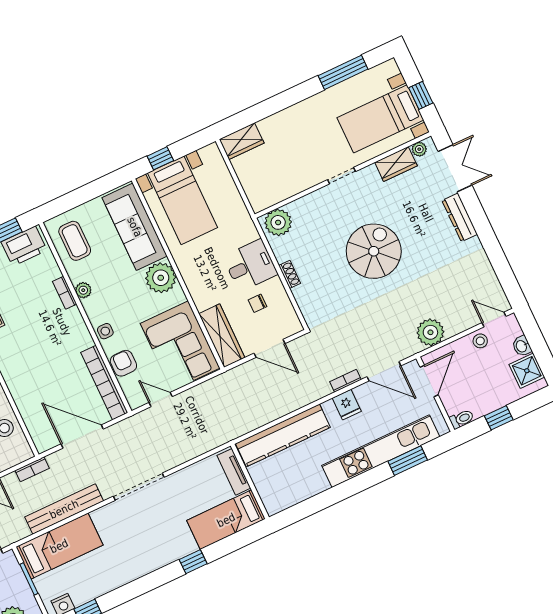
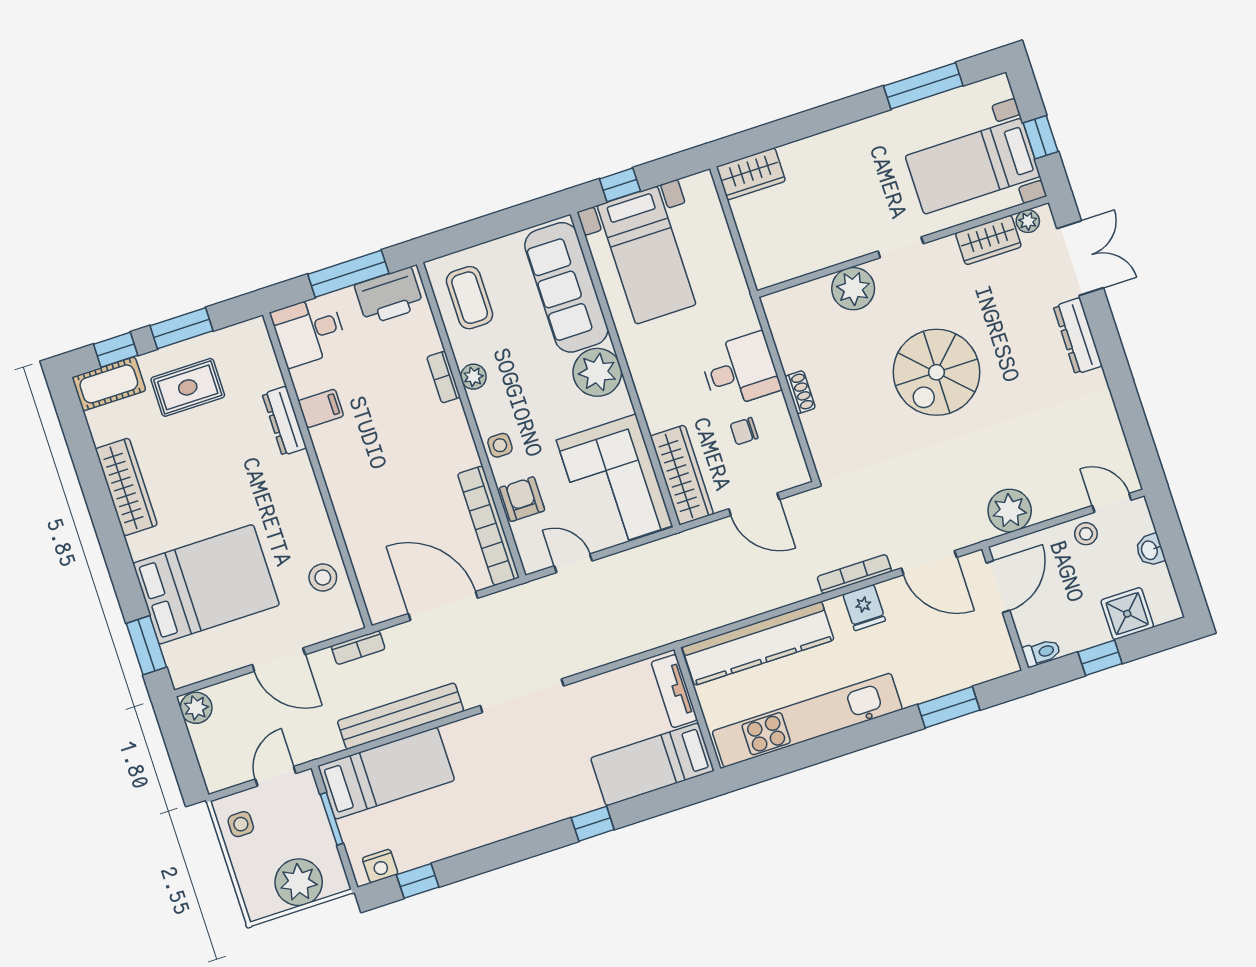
plant: (278, 222) -> (853, 289), moved
spiral stairs: (374, 251) -> (936, 372), turned 180
shower: (527, 371) -> (1127, 614), moved
bookcase: (345, 381) -> (854, 574), width x1.56
kitchen unit: (381, 451) -> (807, 720), moved

